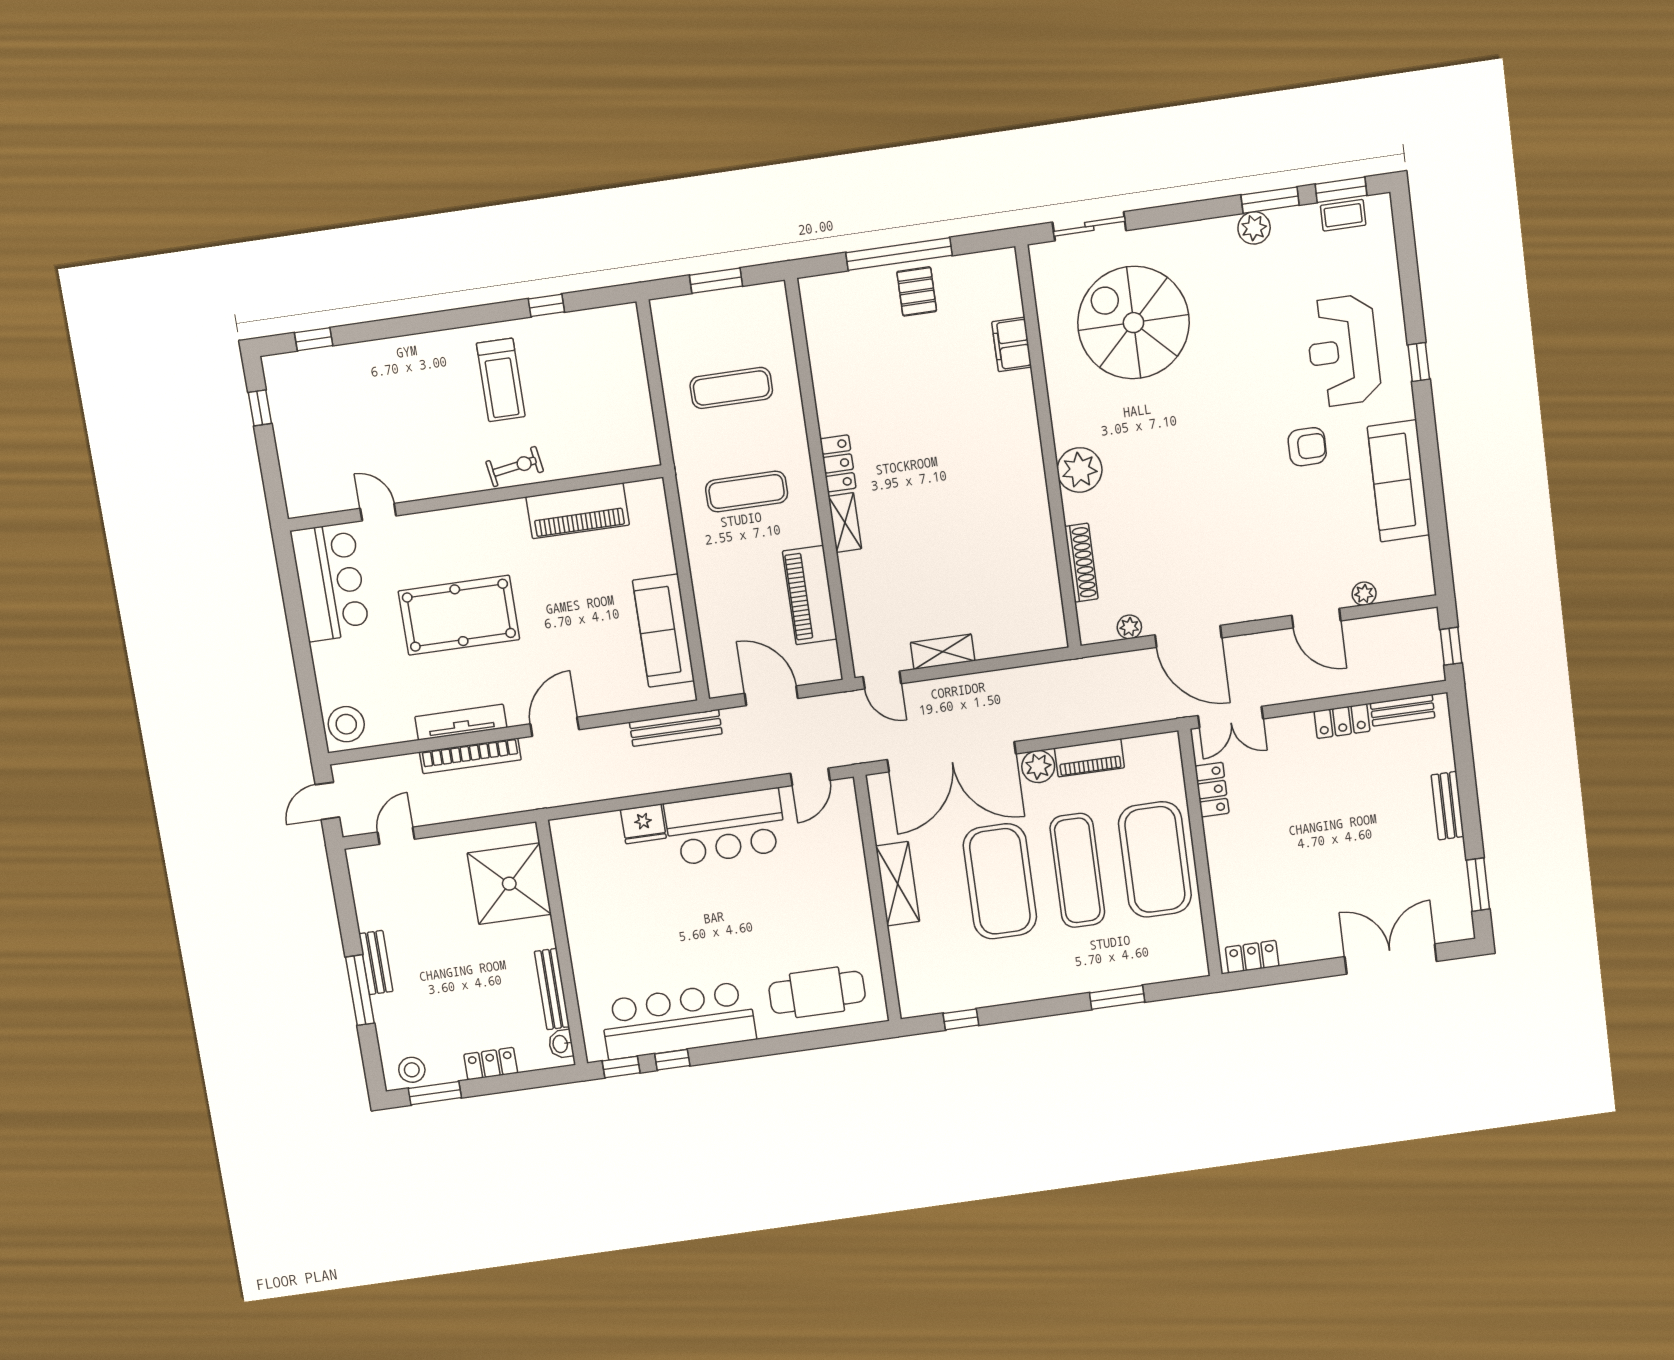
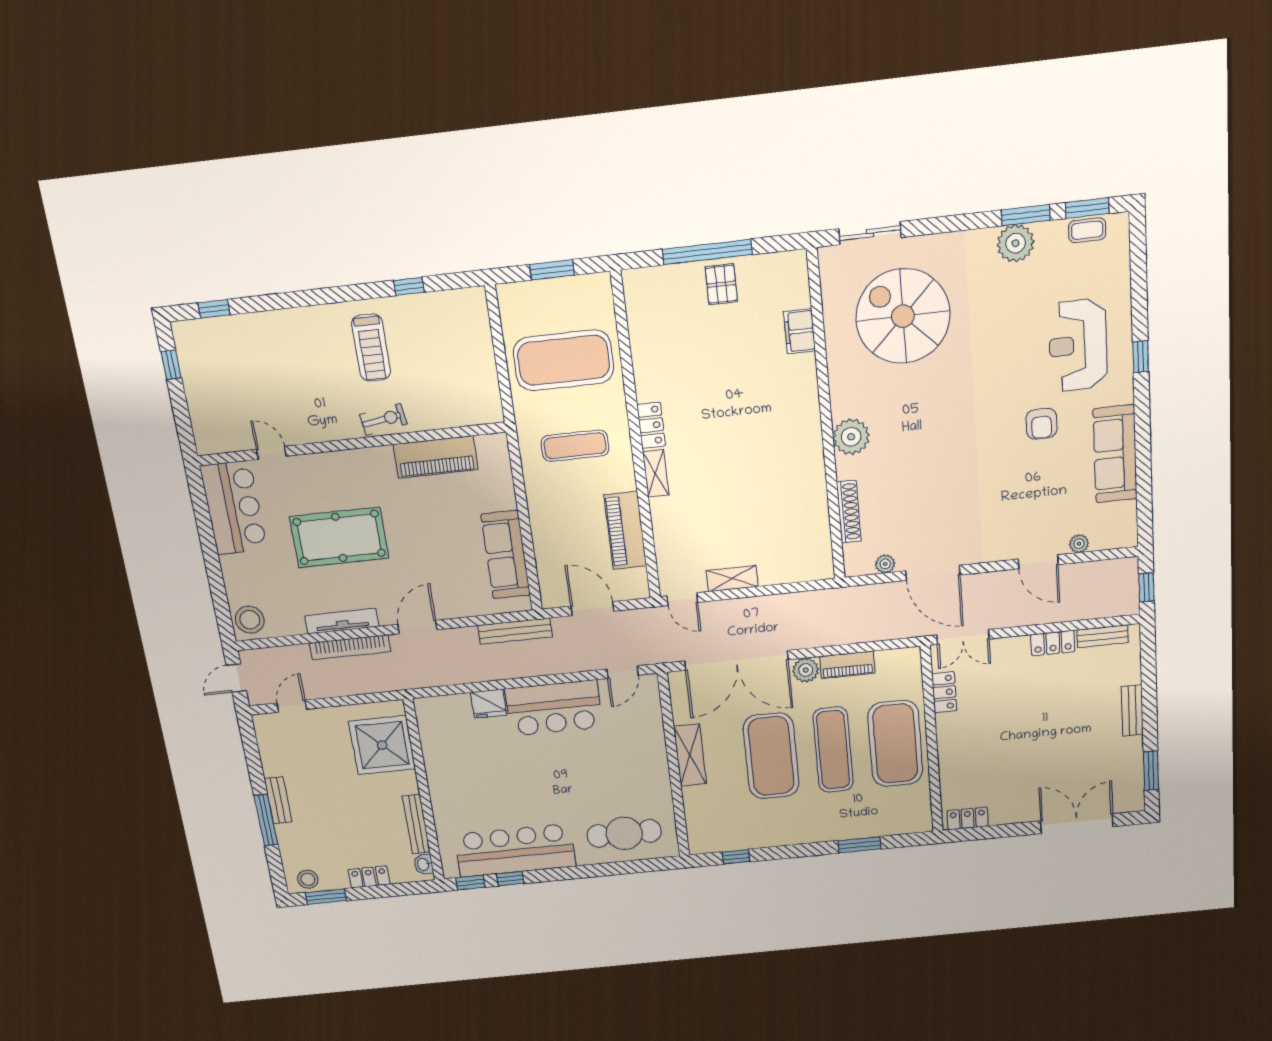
plant: (1254, 228) -> (1016, 243), width x1.36, depth x1.36
exercise mat: (731, 388) -> (564, 360), width x2.00, depth x1.45
armchair: (1307, 447) -> (1041, 424), turned 90

